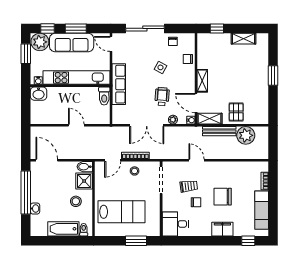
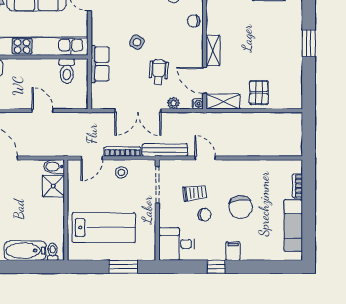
side table: (161, 67) -> (137, 42), moved
row of seats: (119, 84) -> (100, 64), width x0.68
toilet: (104, 96) -> (67, 71), moved
bench: (219, 131) -> (165, 150), moved
plant: (246, 135) -> (272, 124), removed
chair: (223, 197) -> (241, 207), turned -99
stool: (76, 201) -> (42, 213), removed
filing cabinet: (222, 229) -> (233, 251), width x0.50
window: (248, 241) -> (216, 267), moved

